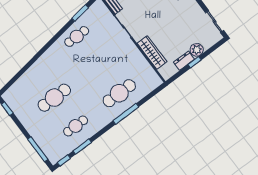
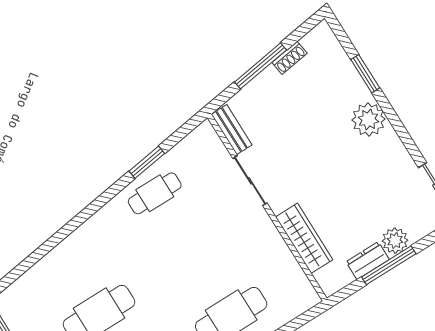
window: (80, 13) -> (147, 162), moved
window: (195, 62) -> (389, 265), width x2.17

